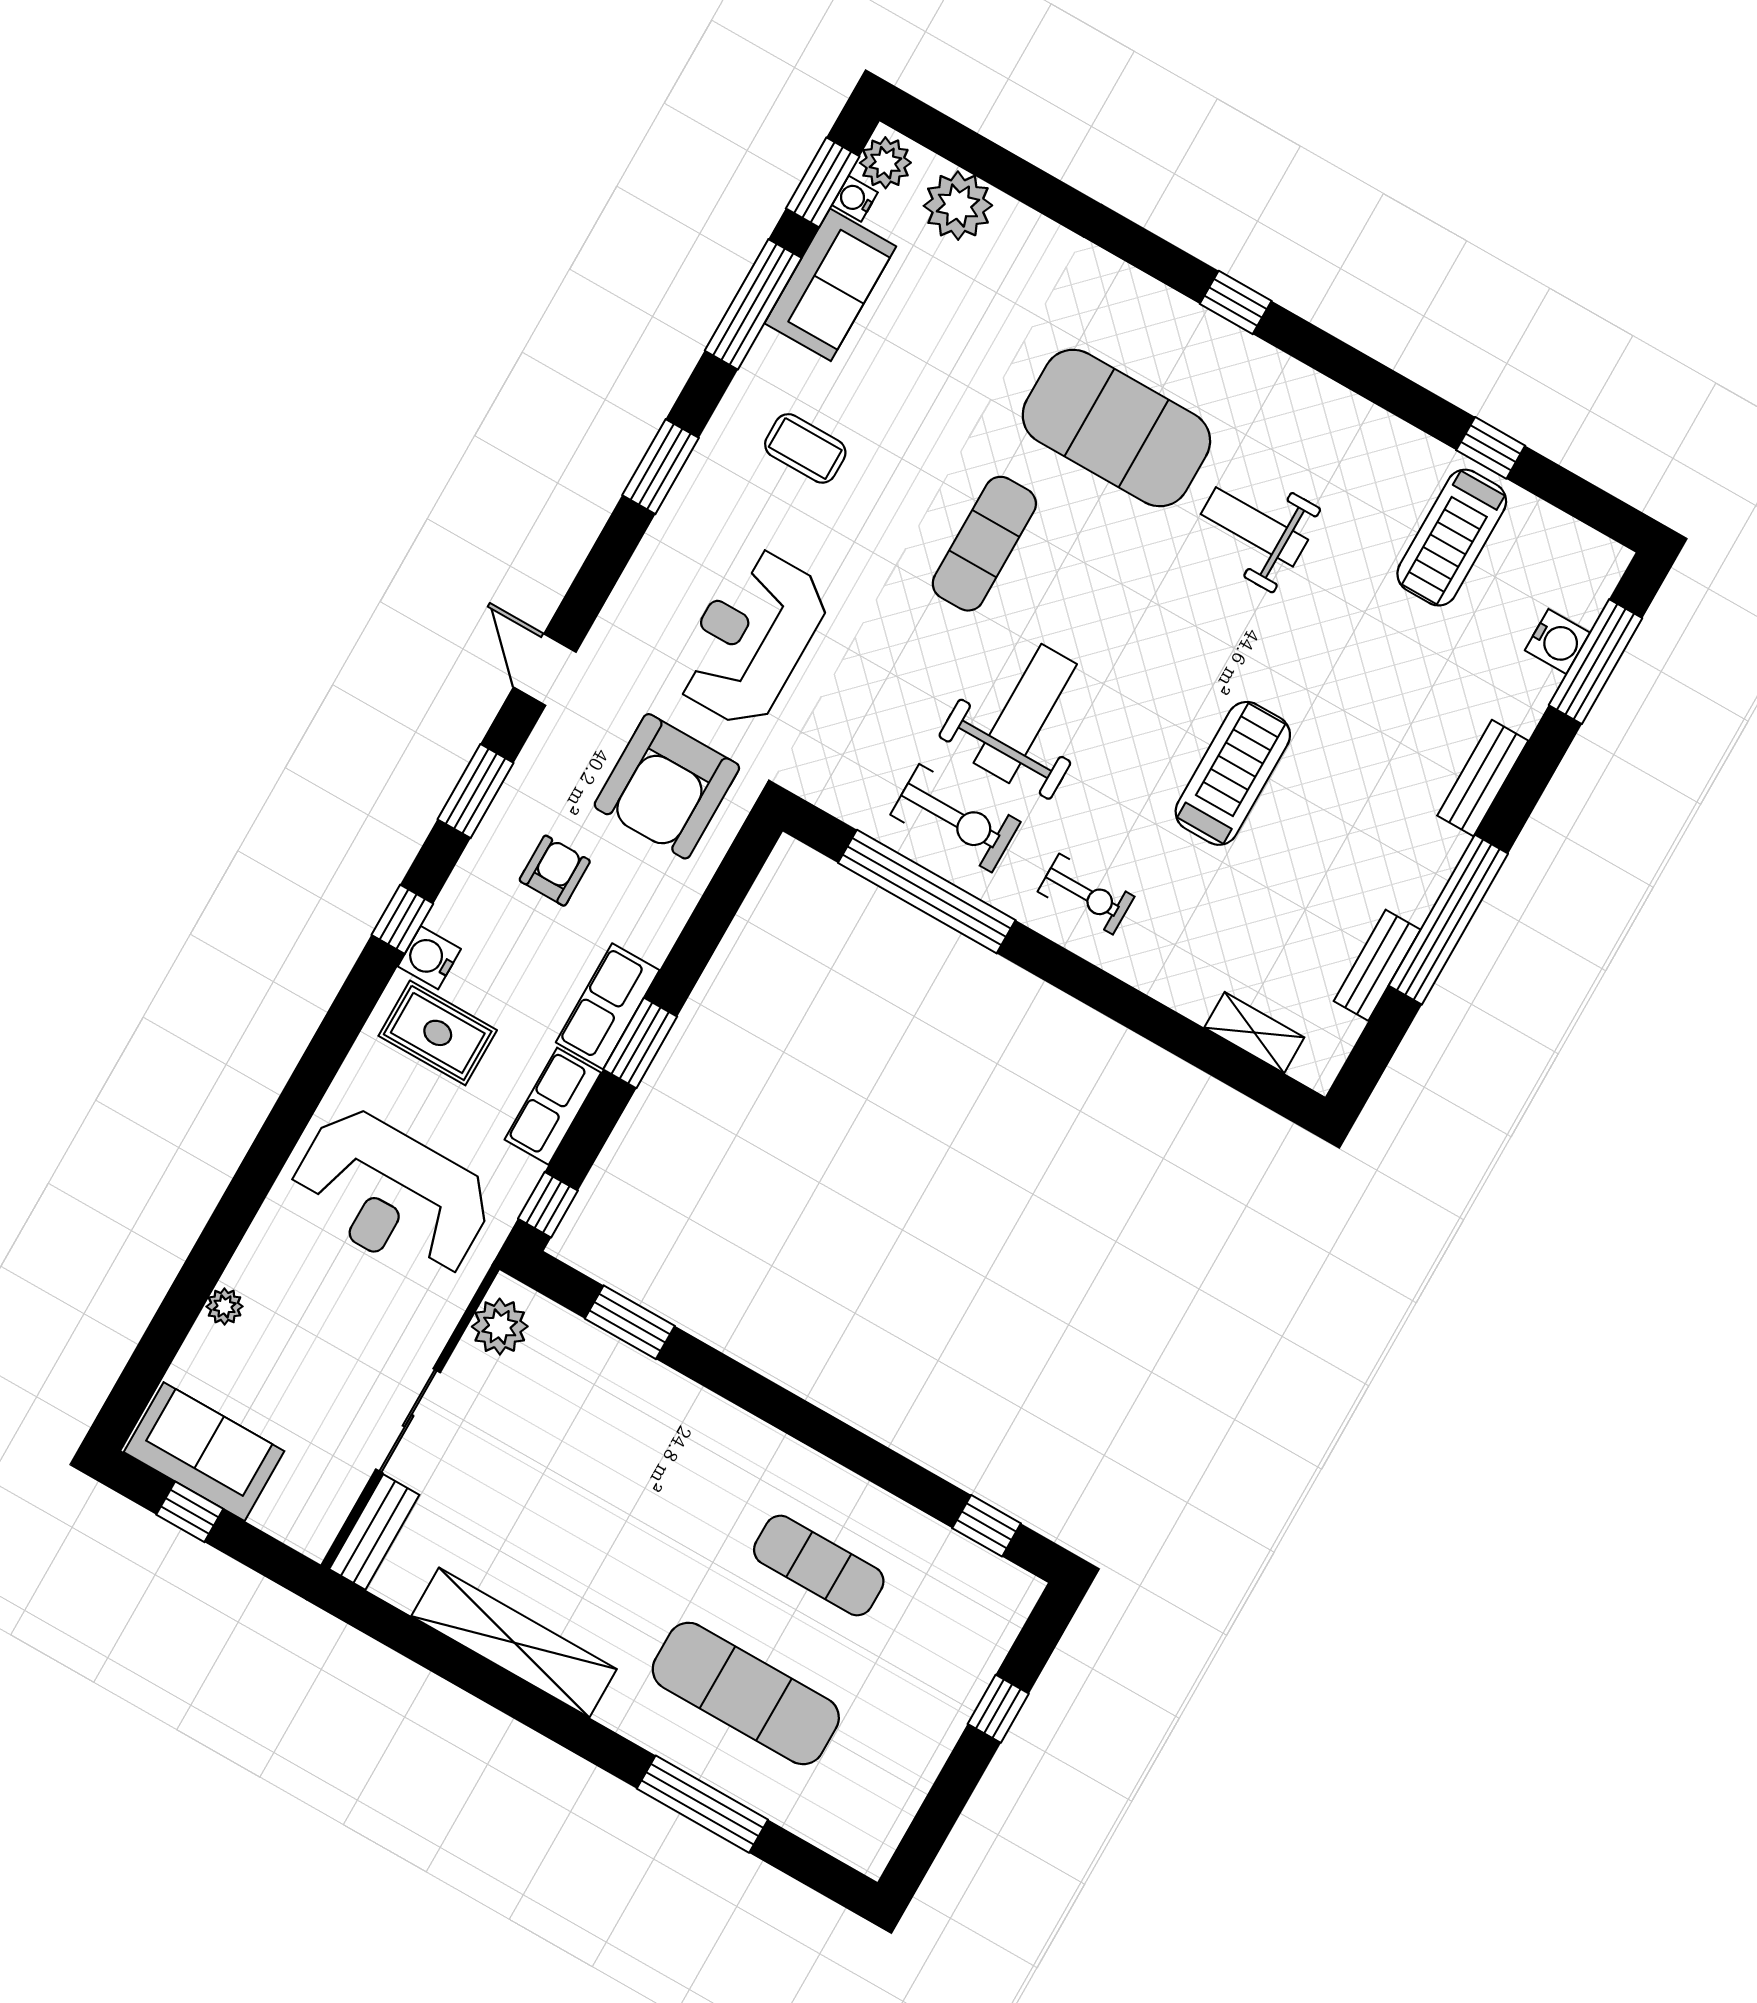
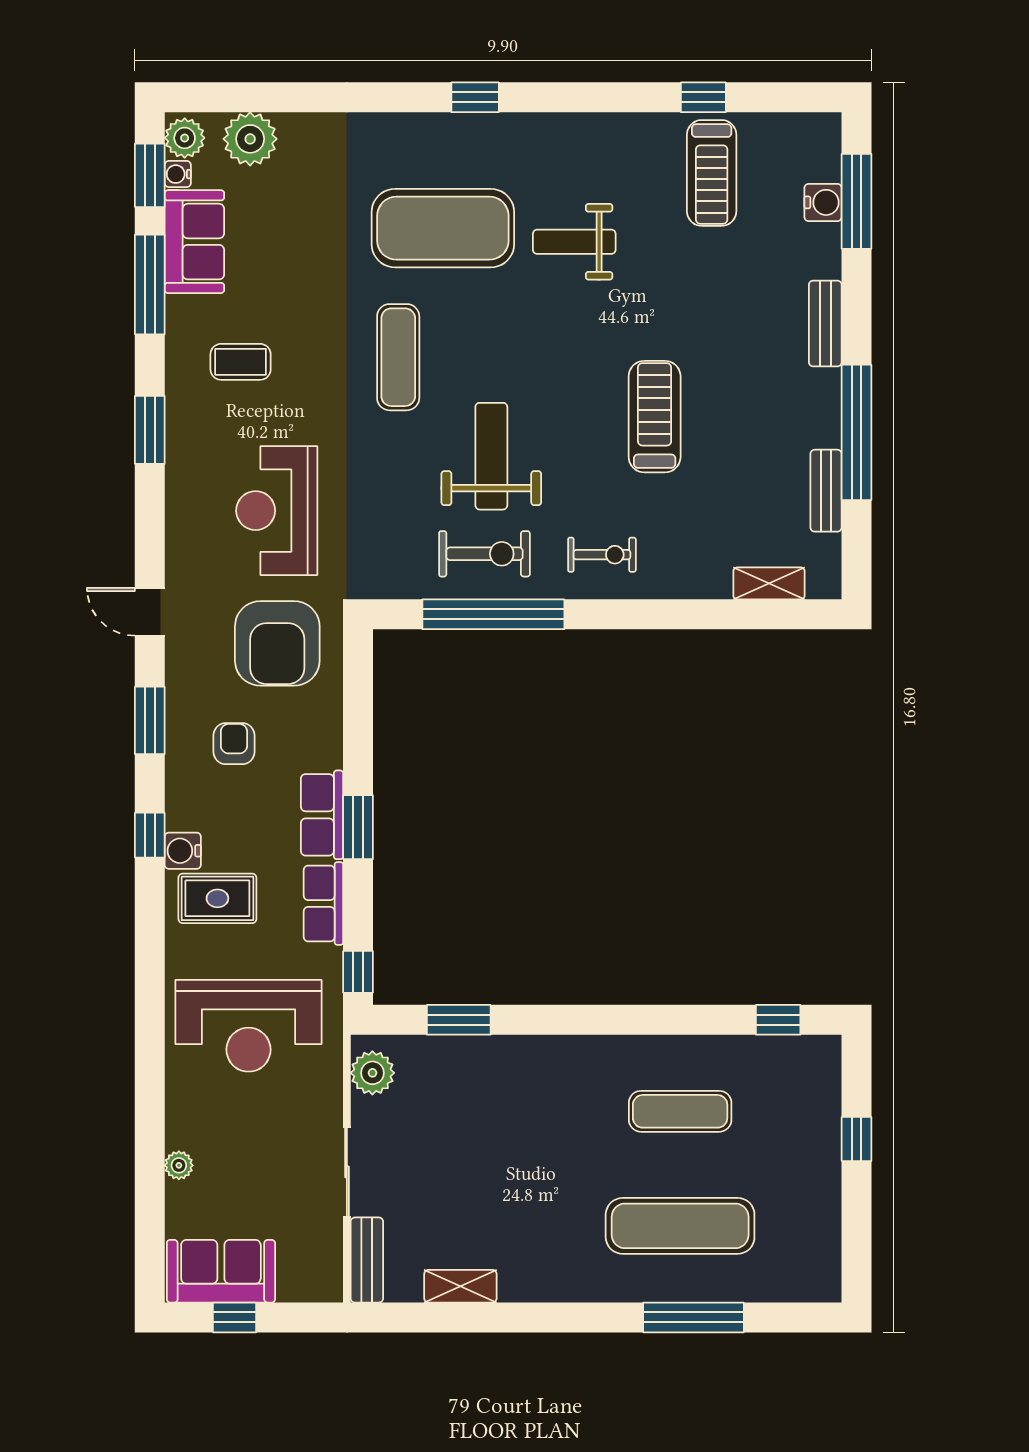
shelving: (514, 1643) -> (460, 1286), width x0.45, depth x0.75

